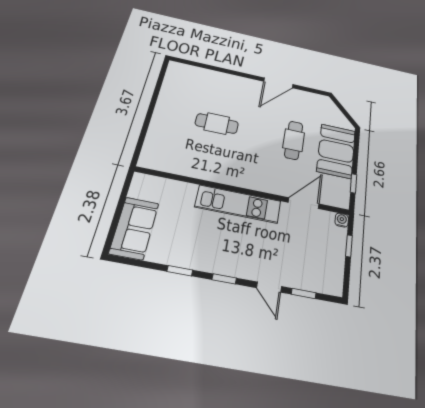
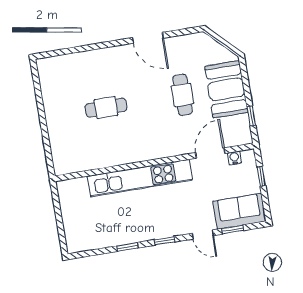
door: (278, 83) -> (148, 38), hinge flipped
kitchen unit: (238, 204) -> (140, 178), width x1.36
water cooler: (342, 220) -> (234, 158), moved
sofa: (134, 228) -> (239, 211), moved, turned -90

